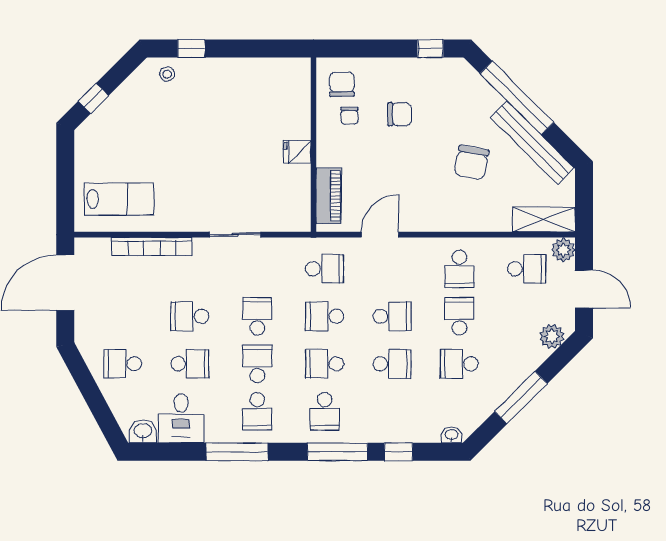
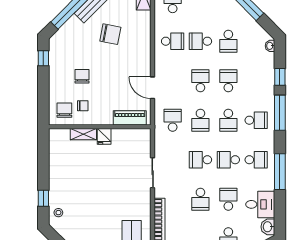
chair: (342, 84) -> (64, 110), turned 90
shelving: (301, 117) -> (83, 134), added

